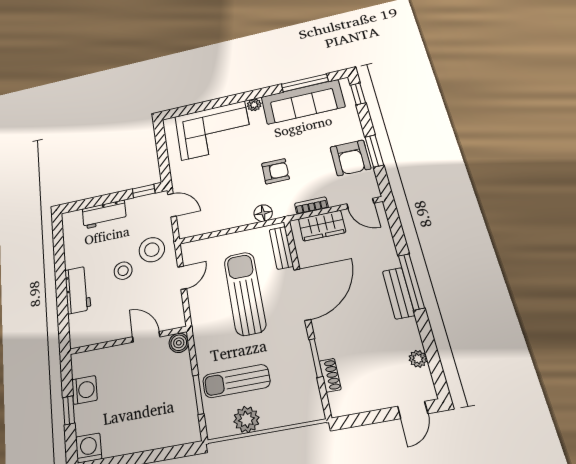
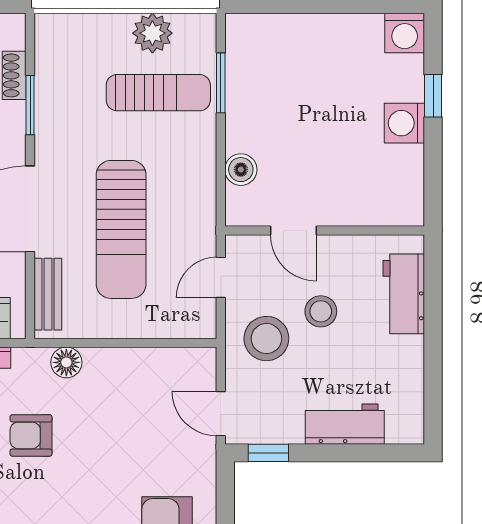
door: (146, 337) -> (294, 230), moved
wall: (128, 340) -> (325, 230), moved

